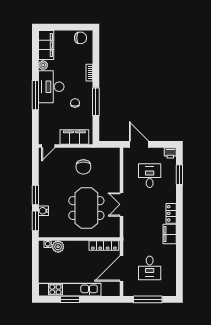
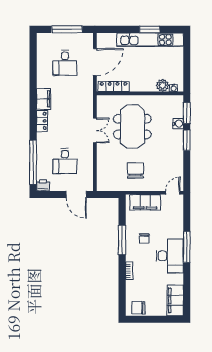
plant: (43, 65) -> (178, 279), removed
window: (179, 175) -> (33, 162), width x2.11
desk: (150, 268) -> (65, 63), turned 180

